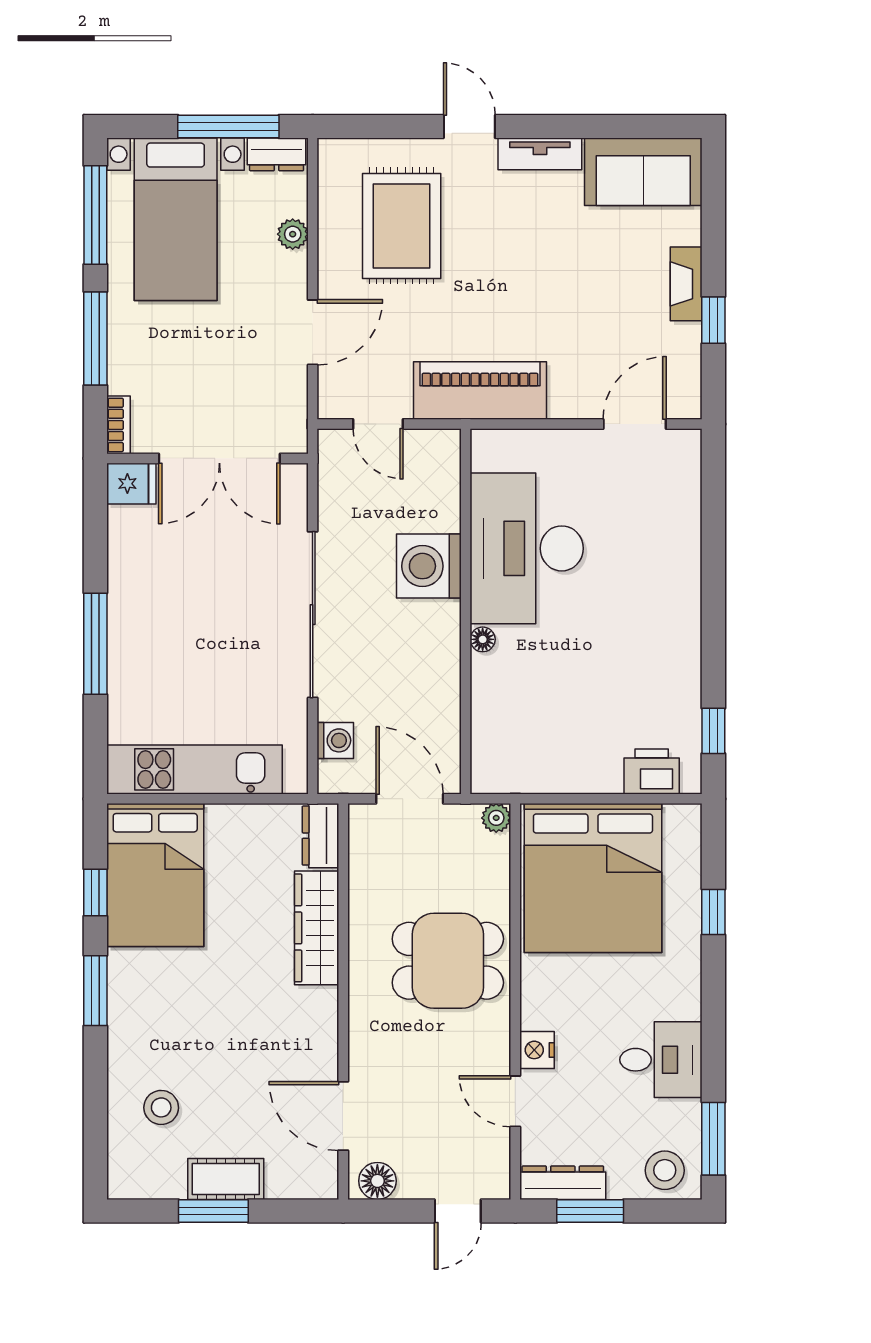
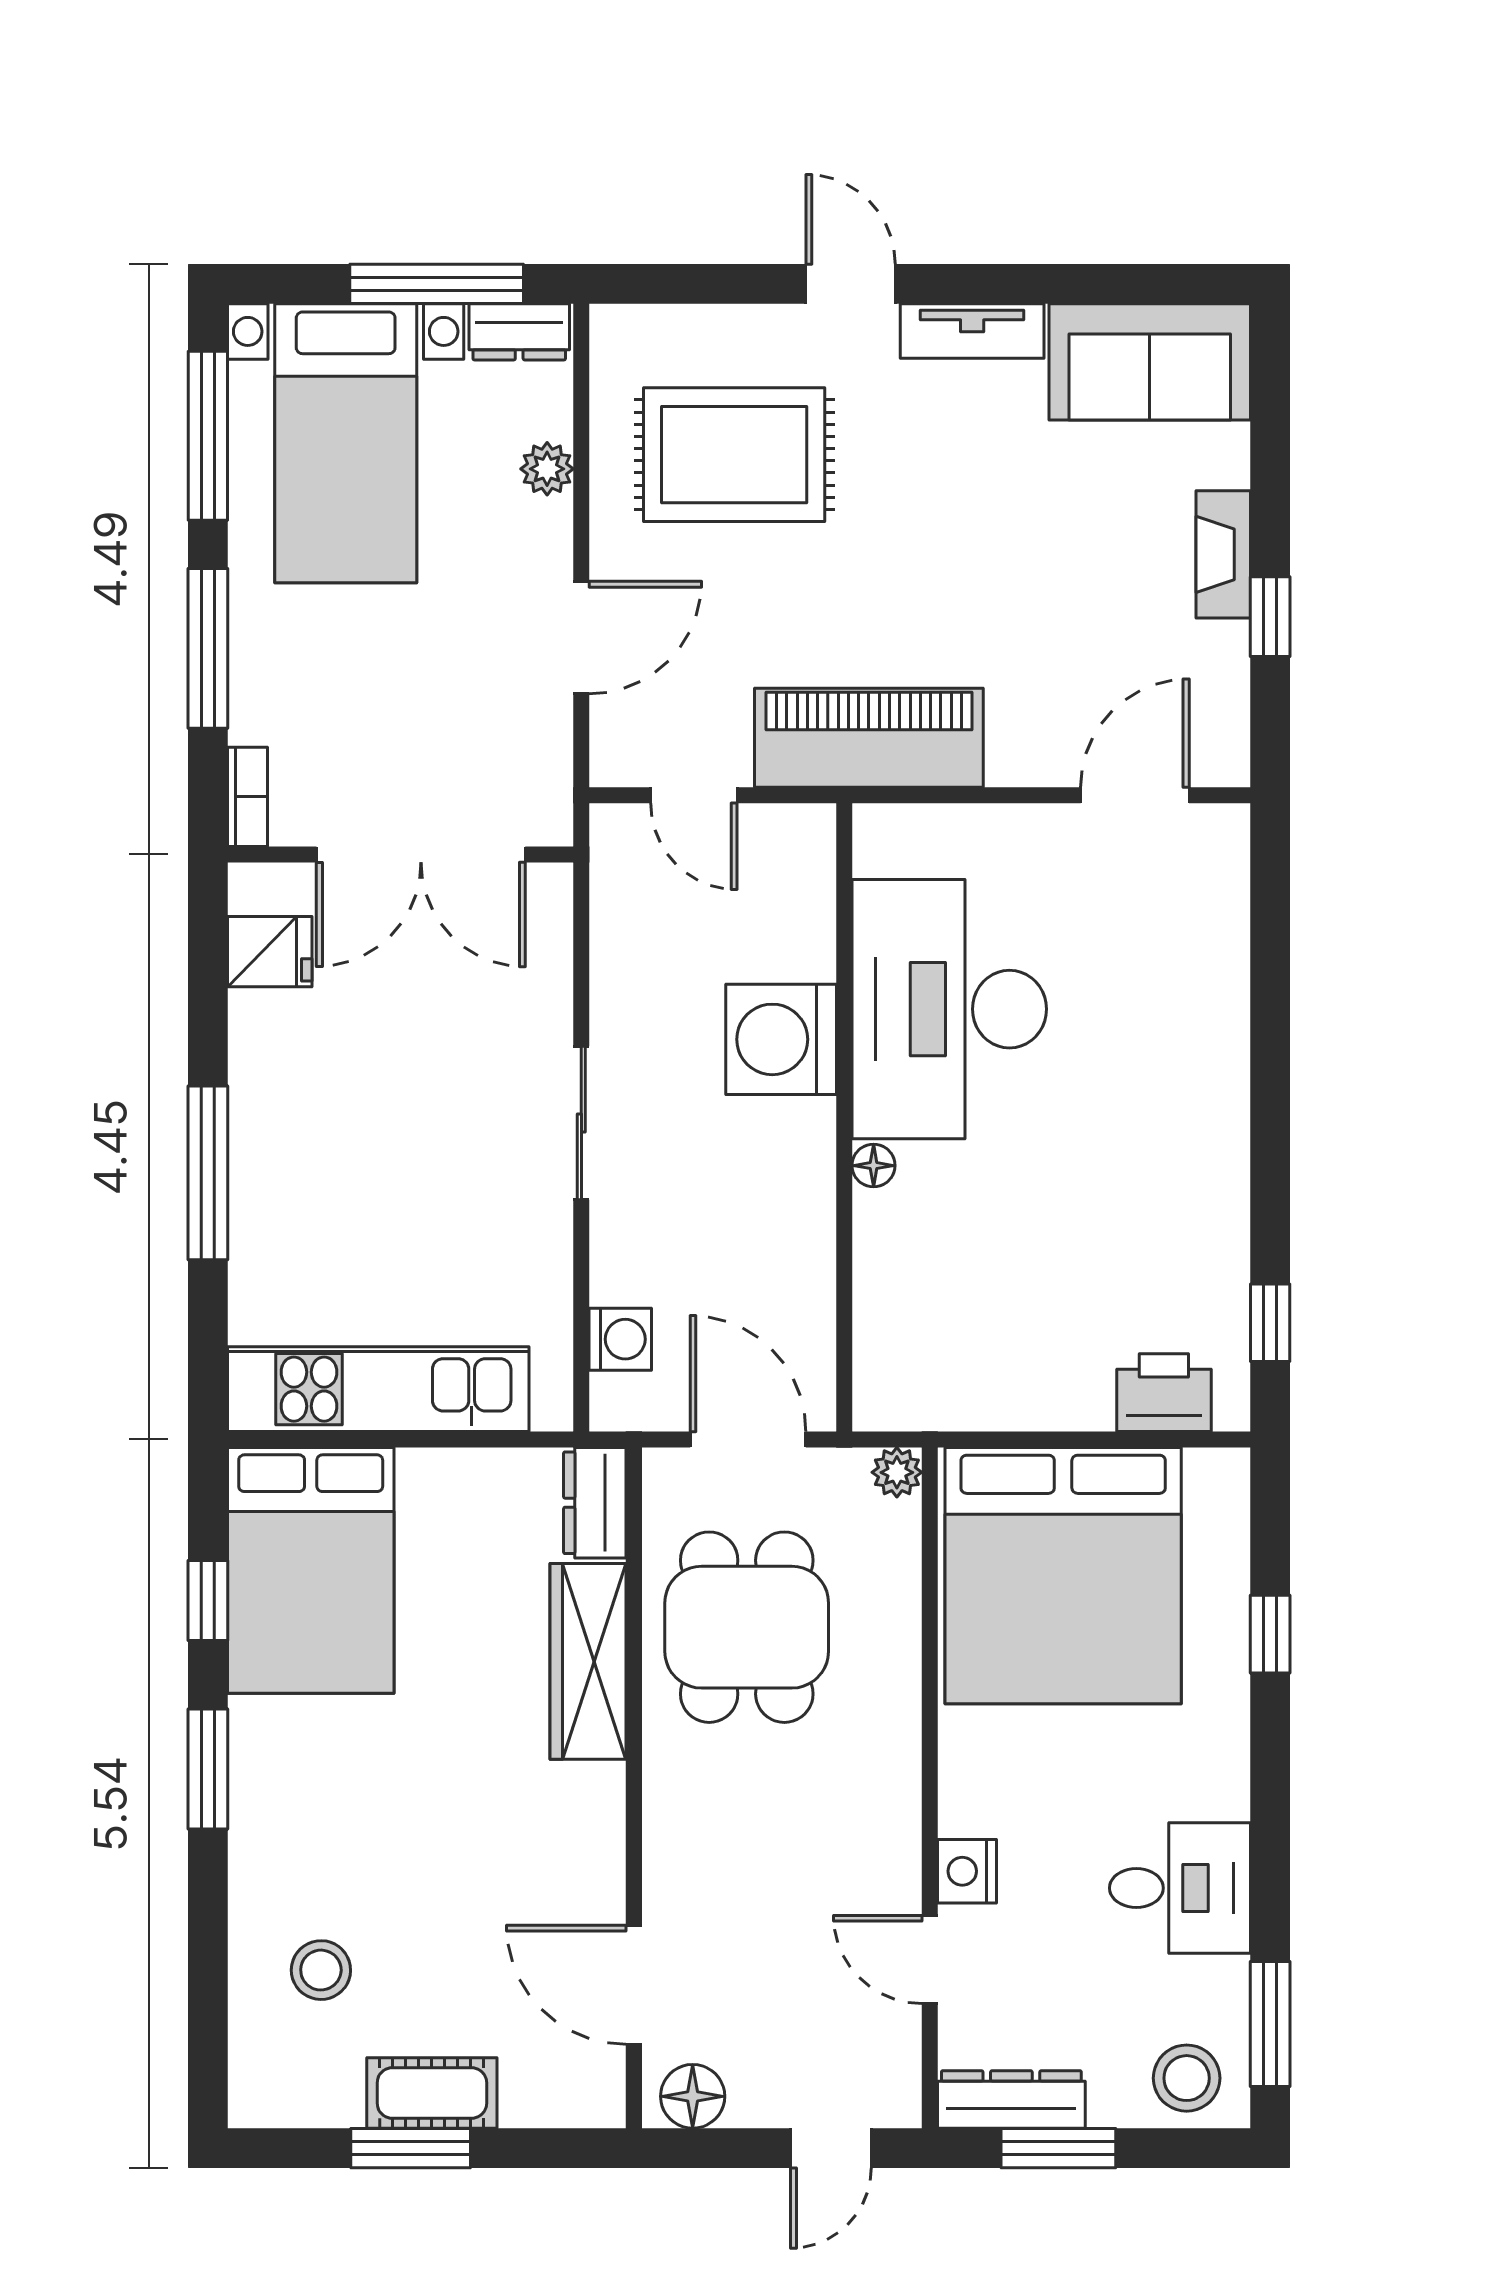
rug: (402, 226) -> (734, 455), turned 90
fridge: (131, 484) -> (270, 952), moved
sliding door: (313, 615) -> (581, 1123), width x0.54
dining table: (448, 961) -> (747, 1627), moved, turned 90

